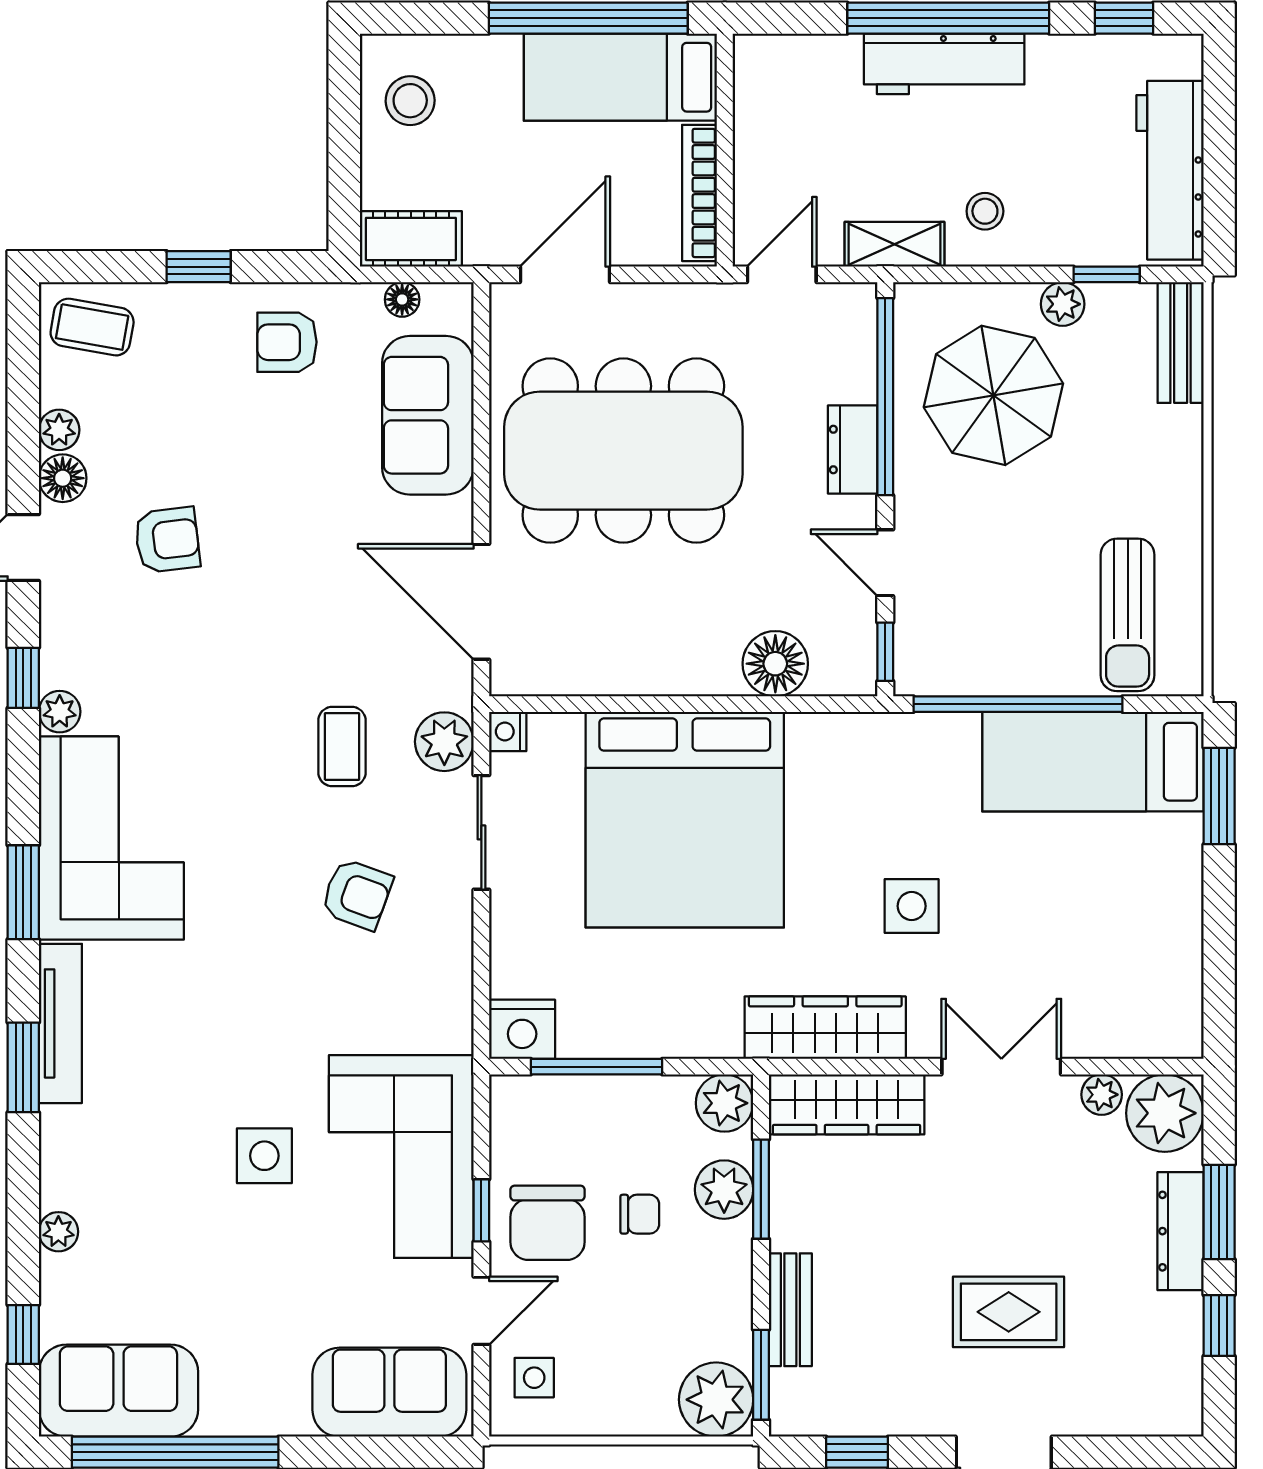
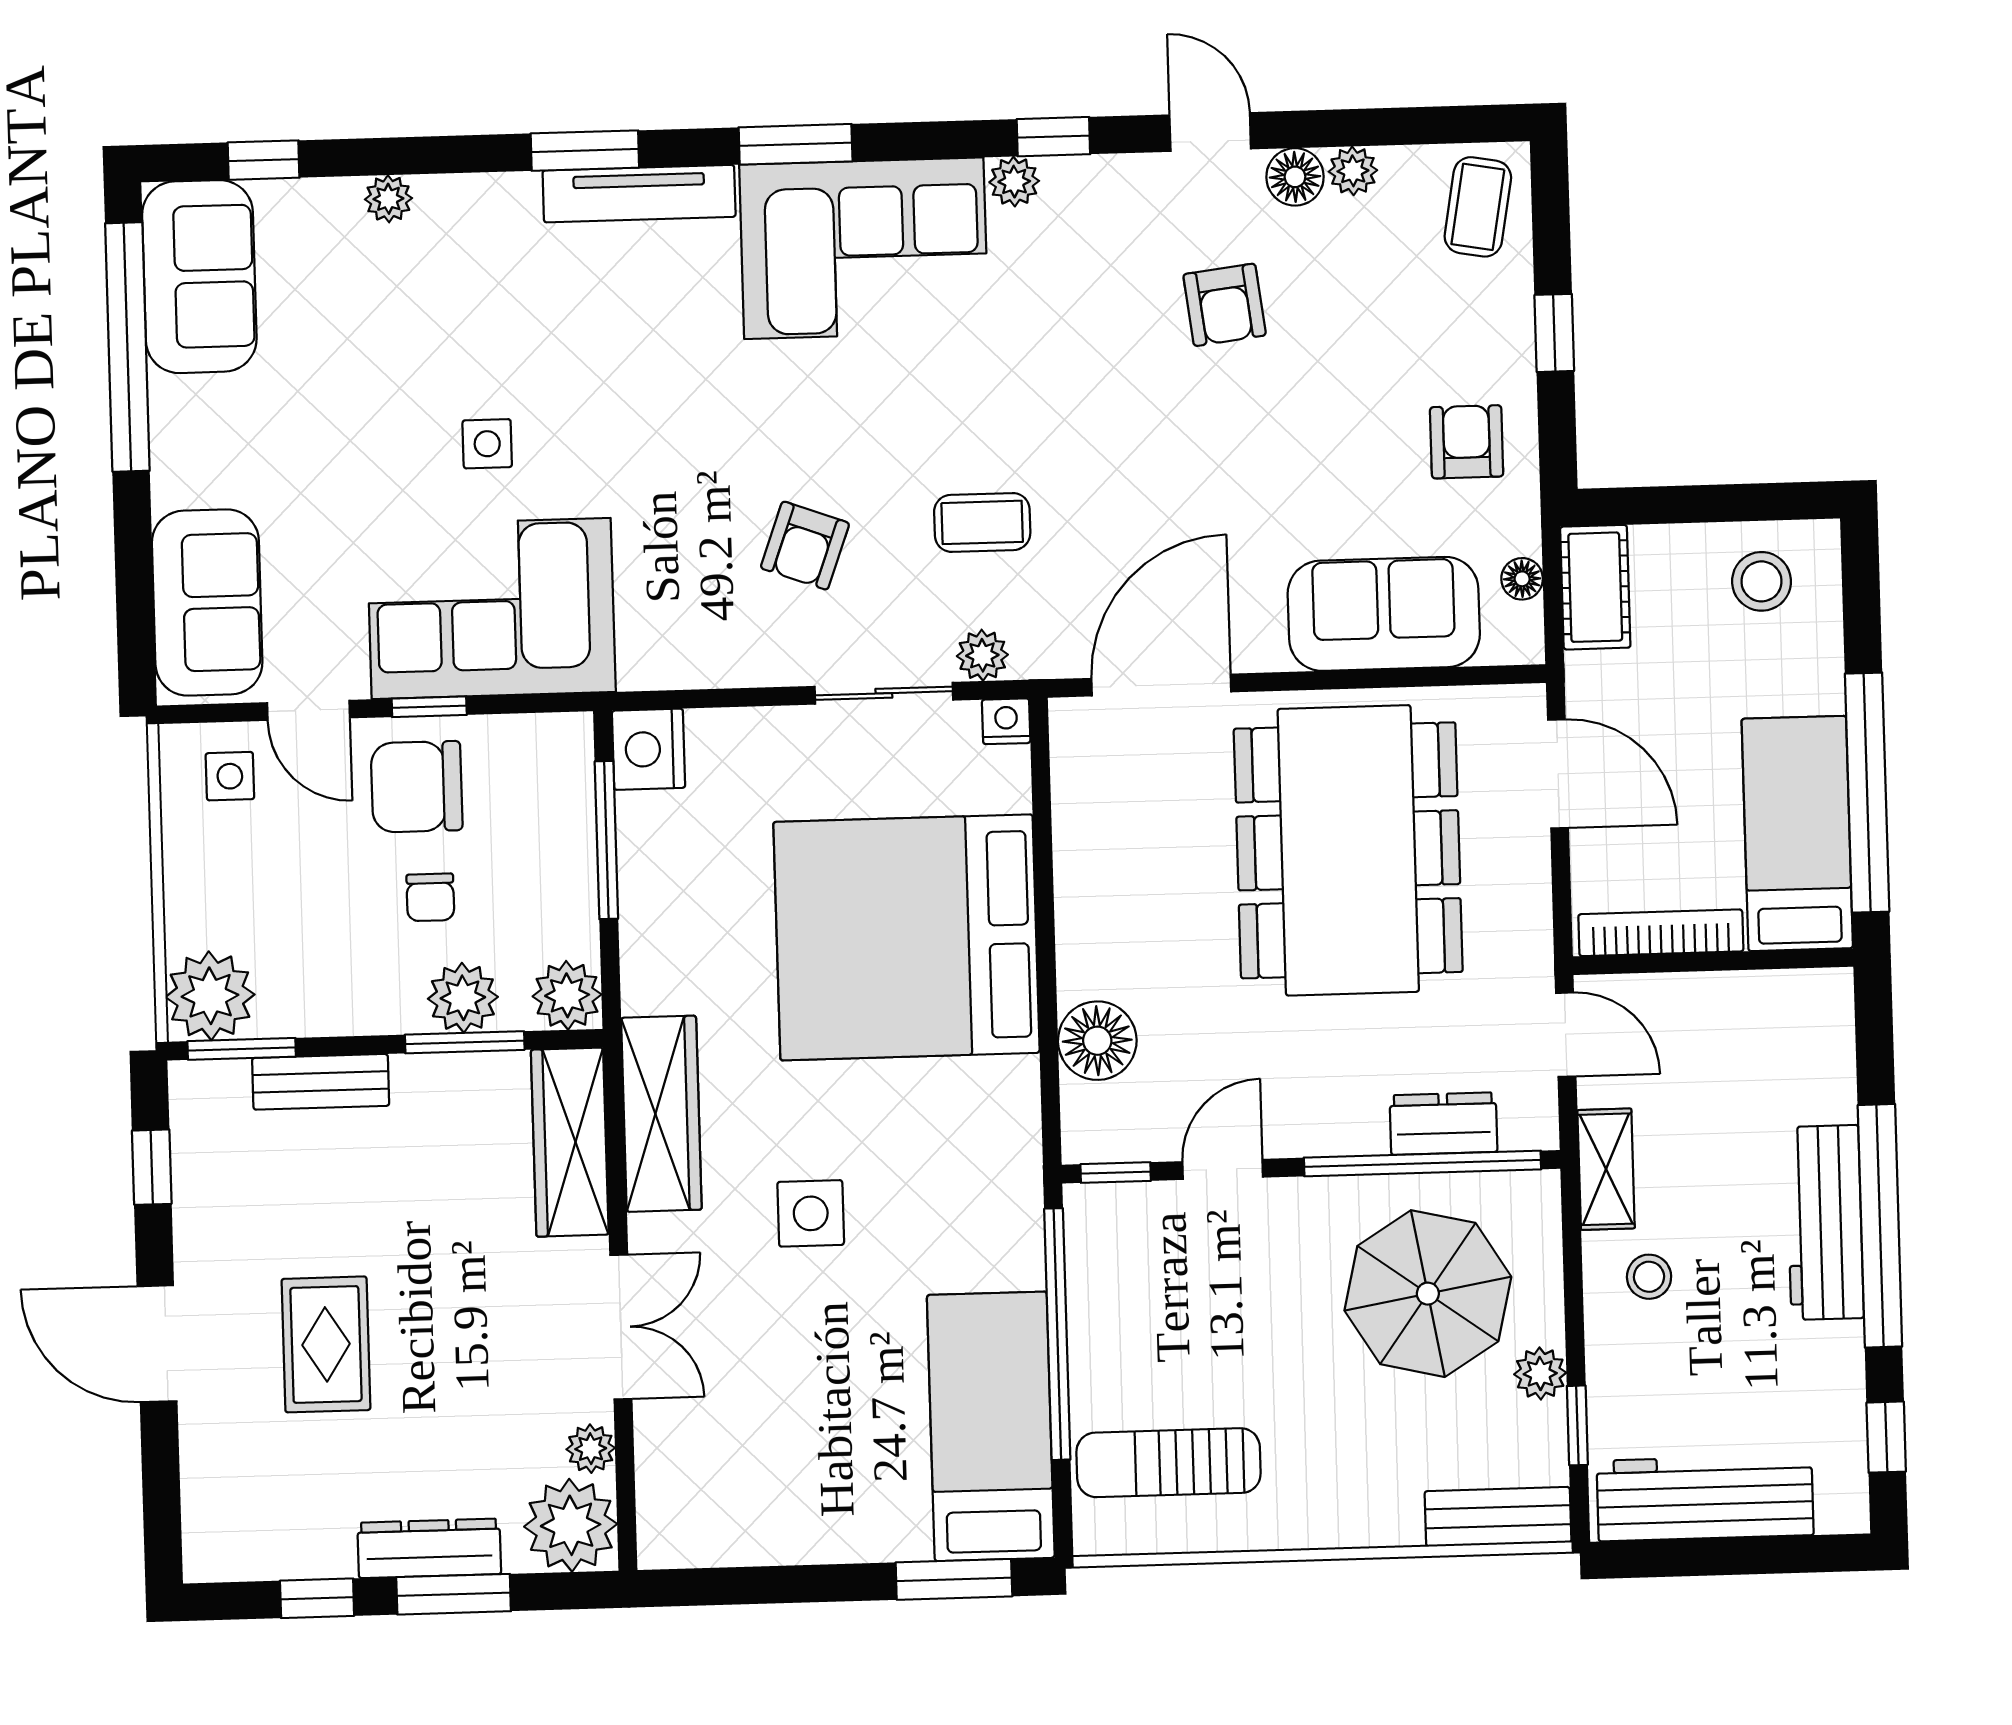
dresser: (853, 450) -> (1443, 1124), moved
plant: (444, 742) -> (982, 655), width x0.73, depth x0.73
side table: (264, 1156) -> (487, 444), width x0.73, depth x0.73

